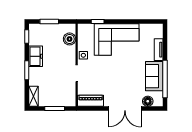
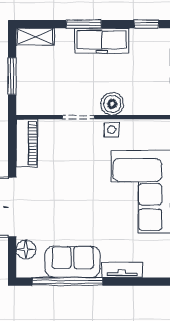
boiler: (70, 39) -> (112, 104), moved
freezer: (36, 56) -> (102, 41), width x1.40

